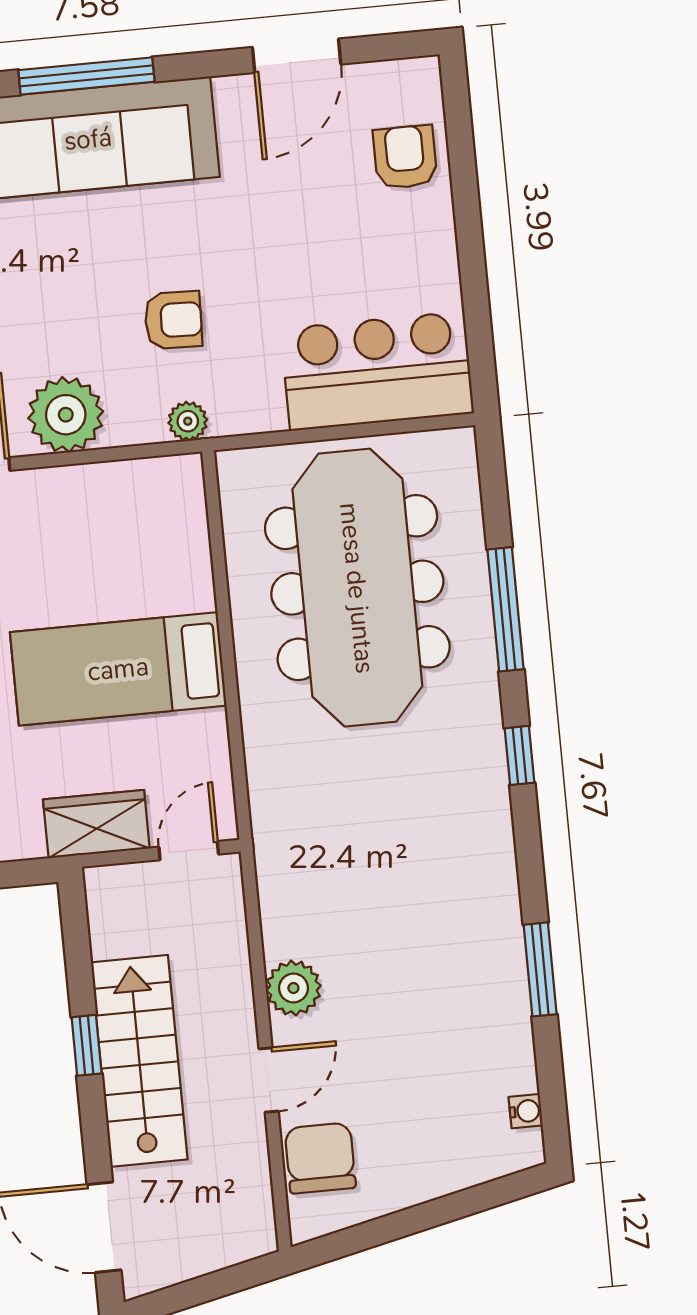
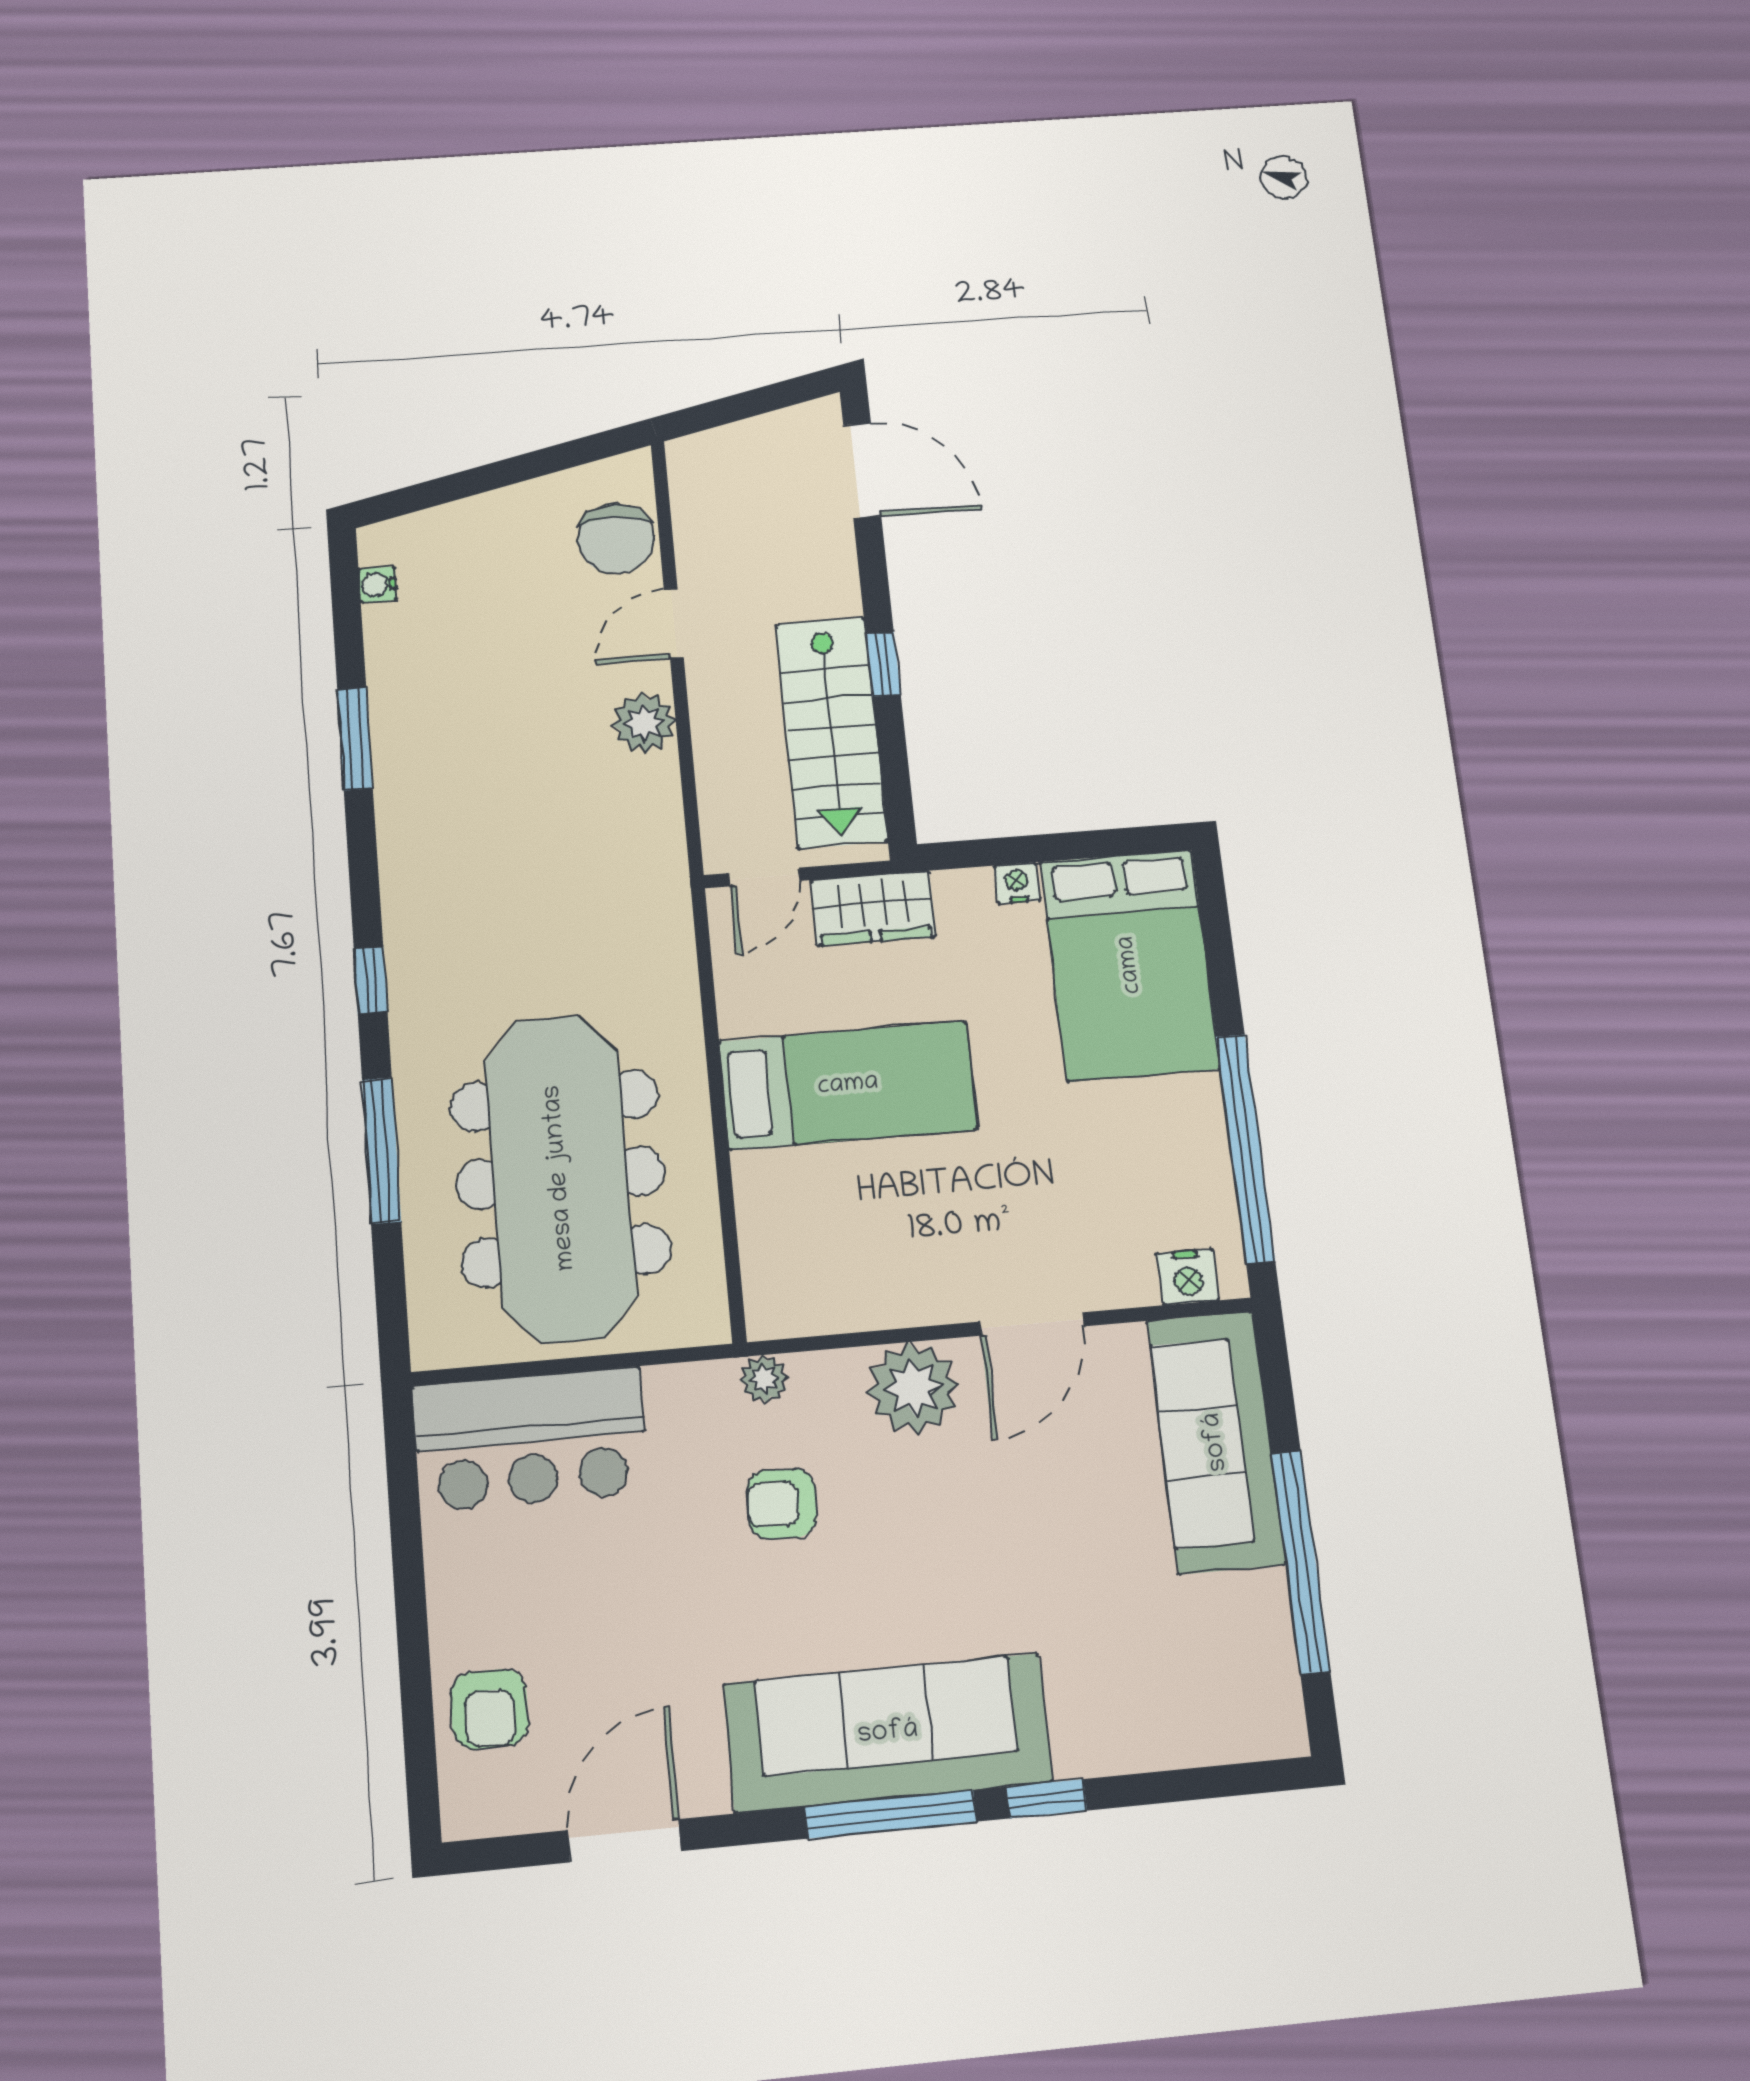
stairs: (139, 1061) -> (831, 732), moved

